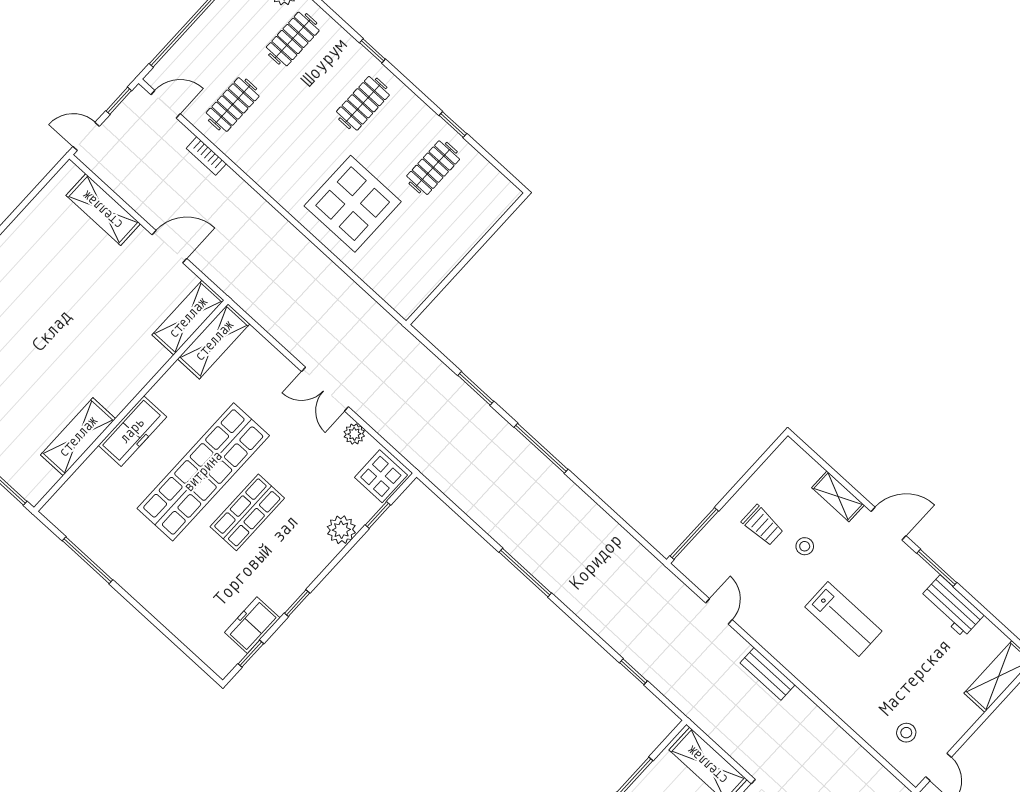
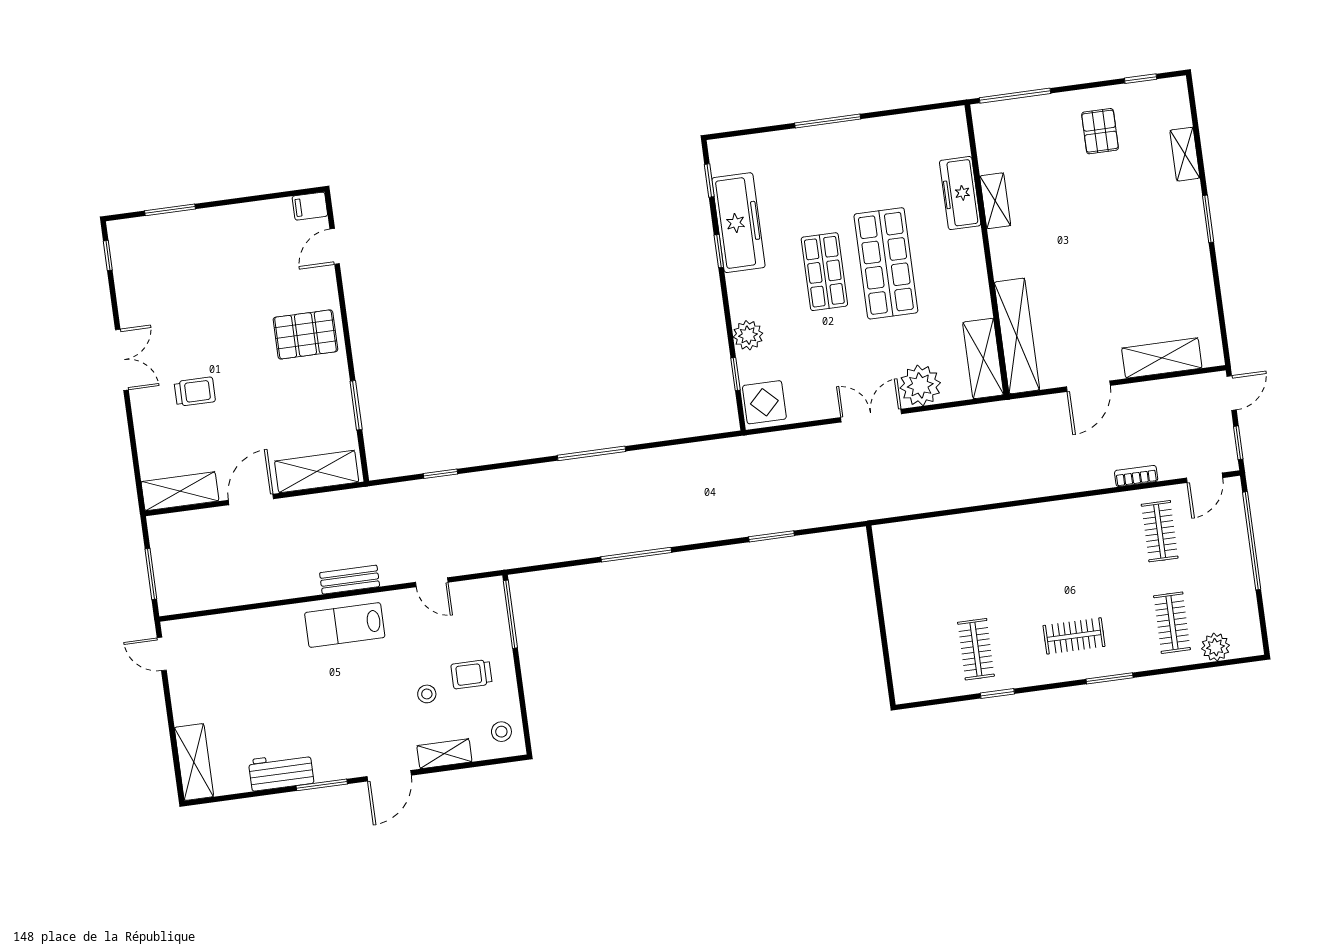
window: (372, 51) -> (1110, 678), width x1.50
clothes rail: (363, 103) -> (1074, 636), turned 90
display table: (353, 204) -> (1001, 561), removed
shelving: (188, 318) -> (1017, 336), width x1.47
freezer: (132, 431) -> (960, 193), moved
plant: (354, 434) -> (920, 385), moved, width x1.88, depth x1.88
shelving: (78, 437) -> (995, 201), width x0.67, depth x0.75
window: (541, 448) -> (636, 555), moved
shop shelf: (203, 472) -> (886, 263), width x0.71
window: (87, 560) -> (828, 121), moved
lab bench: (843, 619) -> (345, 625), moved
freezer: (252, 625) -> (738, 223), width x1.91, depth x1.26
stool: (906, 733) -> (501, 732), moved

